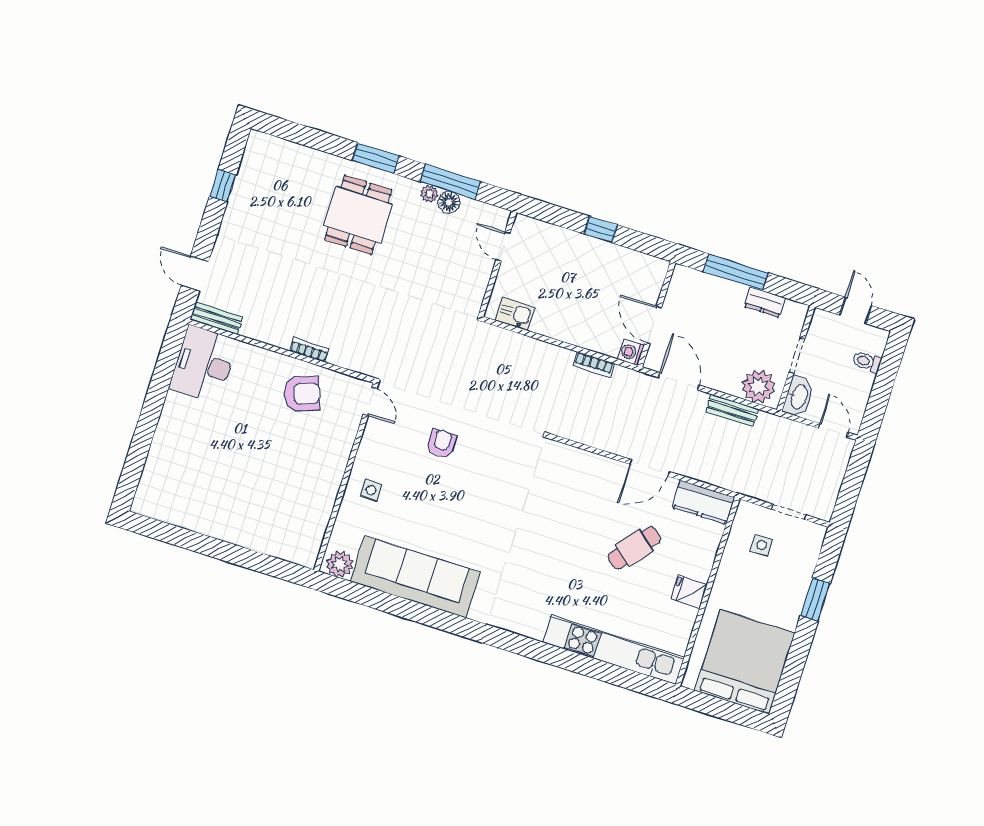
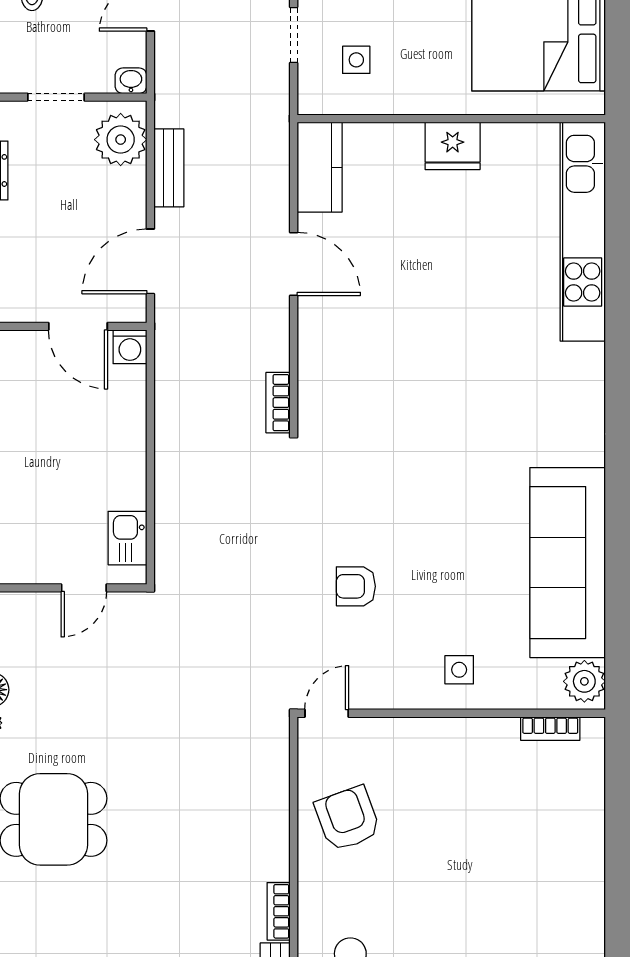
door: (503, 247) -> (84, 588), moved
door: (653, 325) -> (78, 326), hinge flipped
bookcase: (309, 350) -> (279, 911), moved
bookcase: (593, 365) -> (278, 403), moved, turned 180
washbasin: (799, 397) -> (131, 81), width x0.52, depth x0.69
bookcase: (318, 534) -> (550, 729), added
cafe table: (634, 548) -> (421, 249), removed
fridge: (689, 592) -> (453, 146), width x1.38

